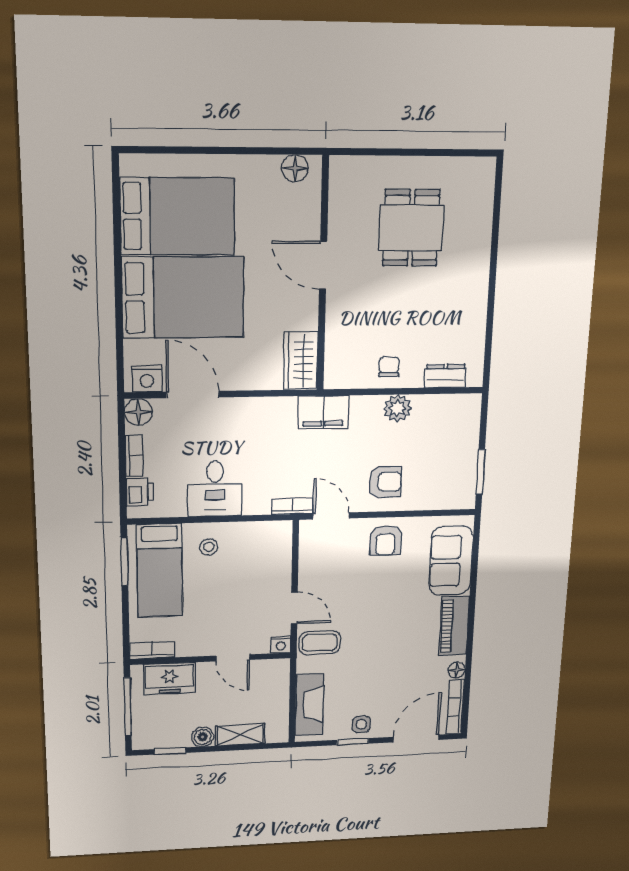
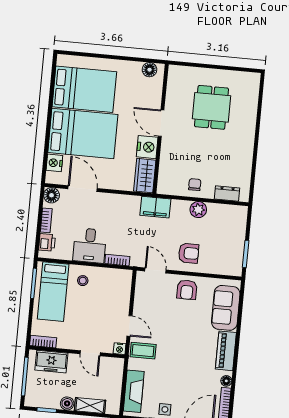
nightstand: (301, 310) -> (147, 147), added
nightstand: (147, 379) -> (54, 163), moved, turned 90
bookcase: (292, 506) -> (117, 260), moved

